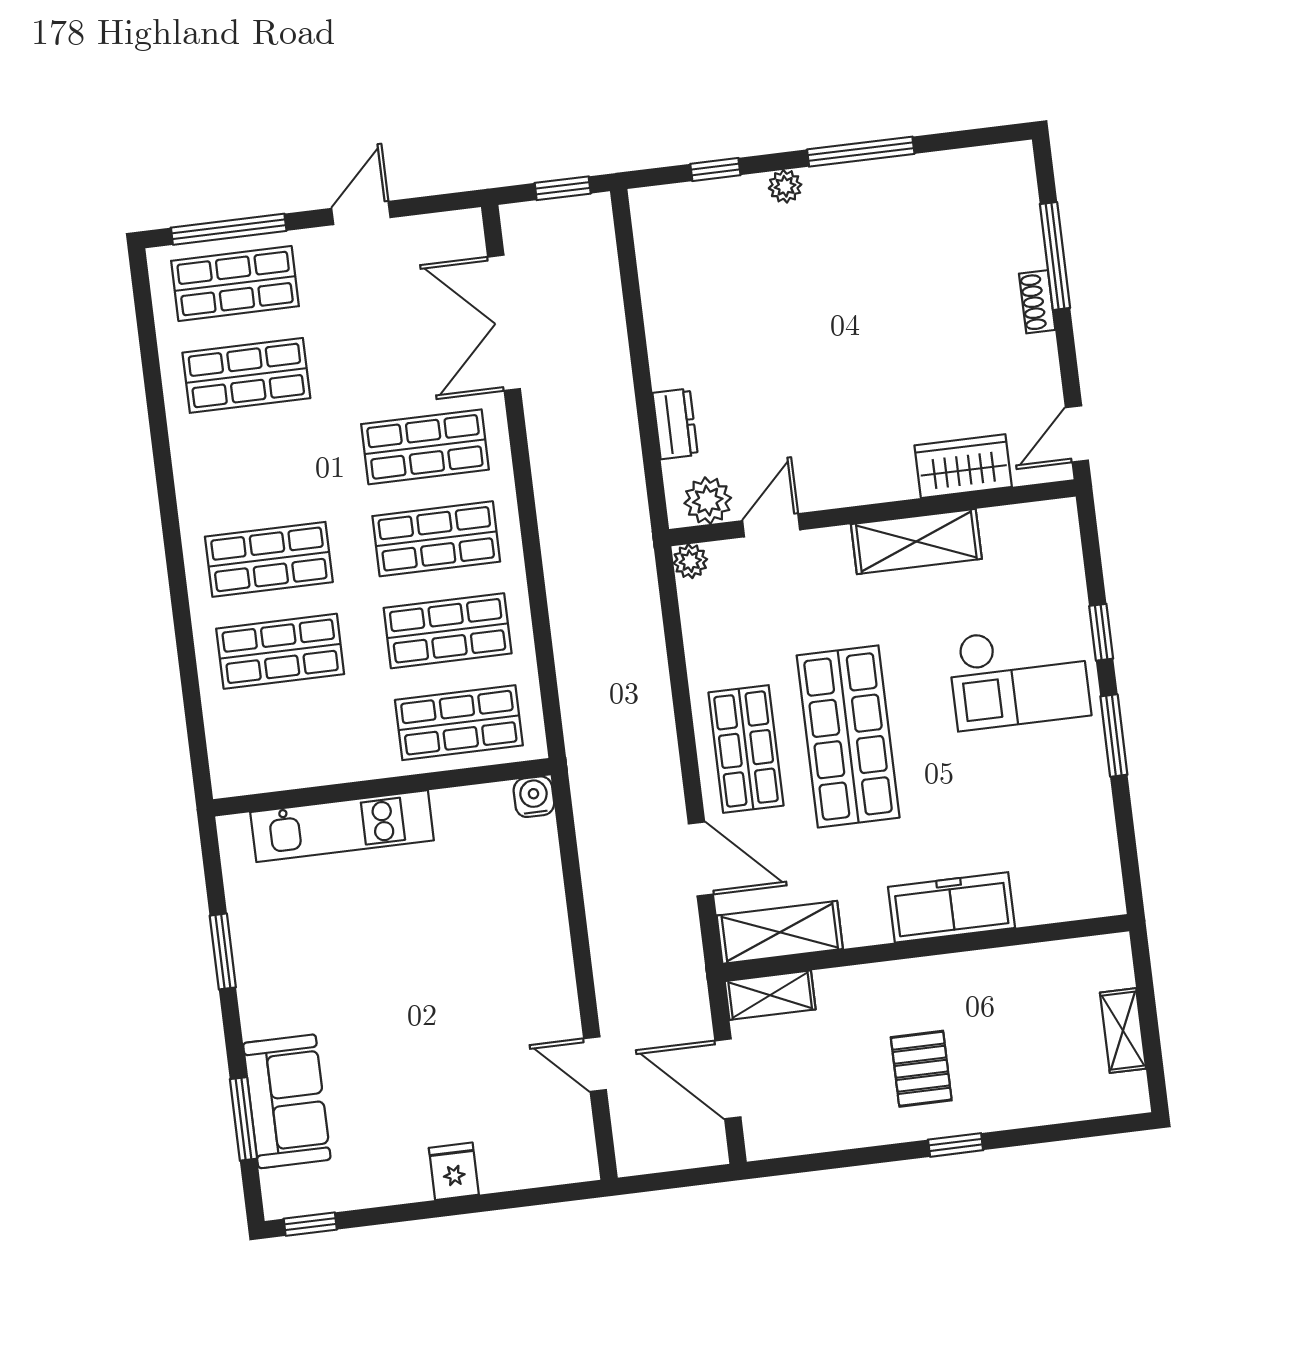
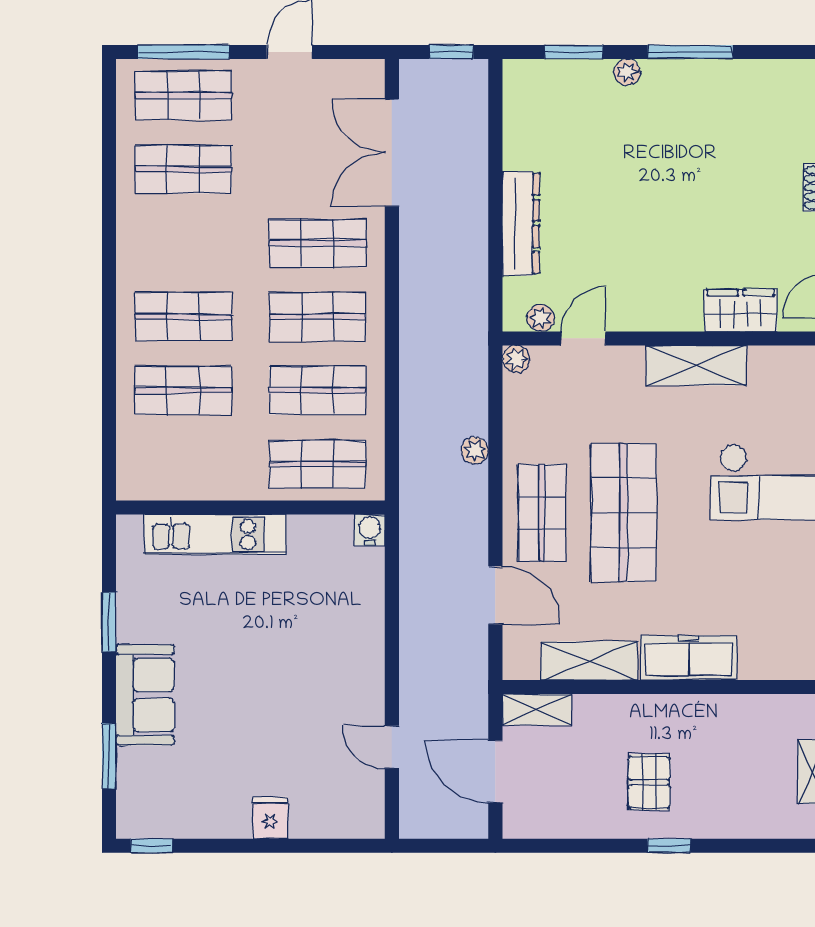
window: (715, 169) -> (574, 52), width x1.50
dresser: (675, 424) -> (521, 223), width x1.96, depth x1.24
plant: (708, 501) -> (541, 318), width x0.73, depth x0.73
plant: (653, 682) -> (475, 450), added
shelving: (780, 932) -> (589, 661), moved
sofa: (287, 1101) -> (145, 695), moved

